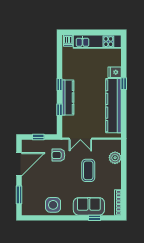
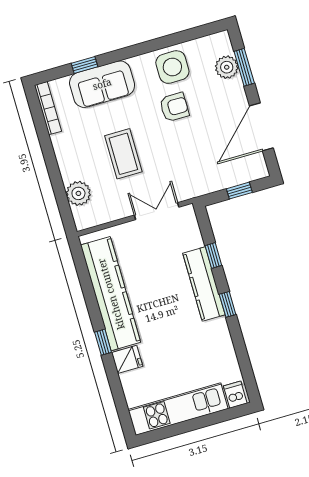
armchair: (58, 155) -> (174, 107), moved
plant: (27, 197) -> (227, 67), added

